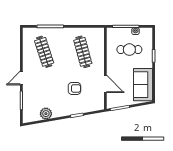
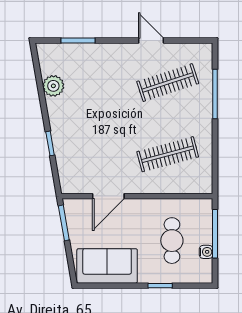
door: (21, 78) -> (151, 41), moved
armchair: (74, 88) -> (100, 139), removed

